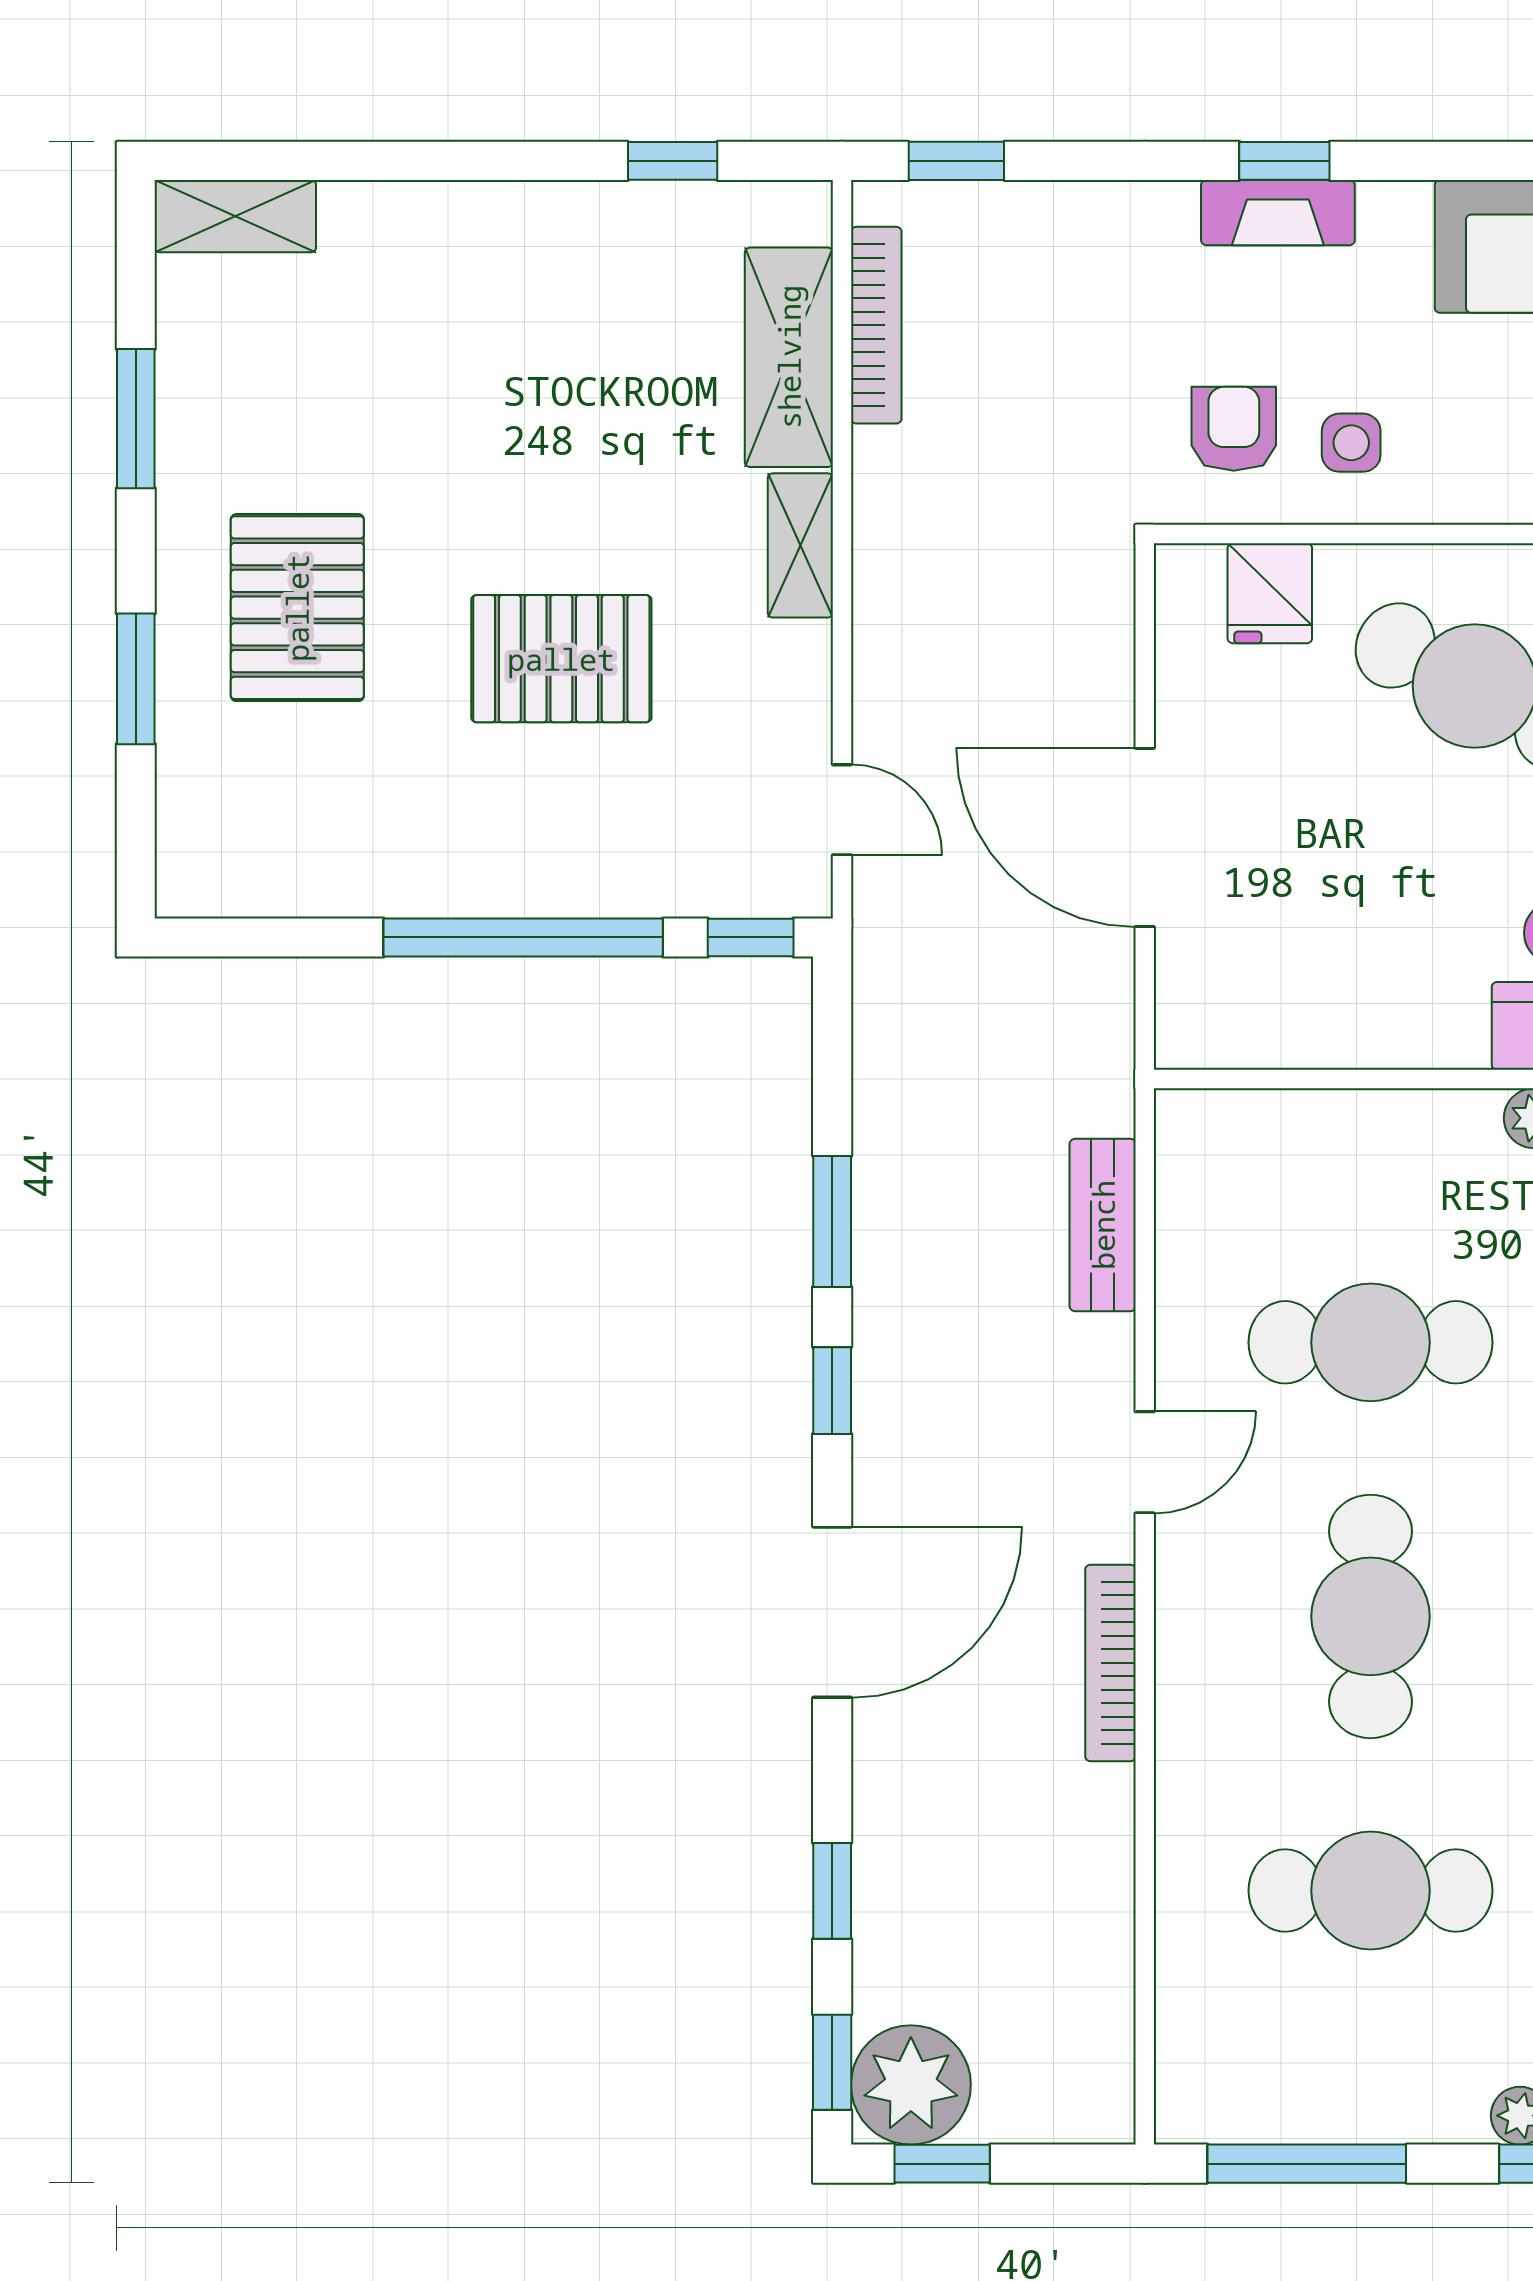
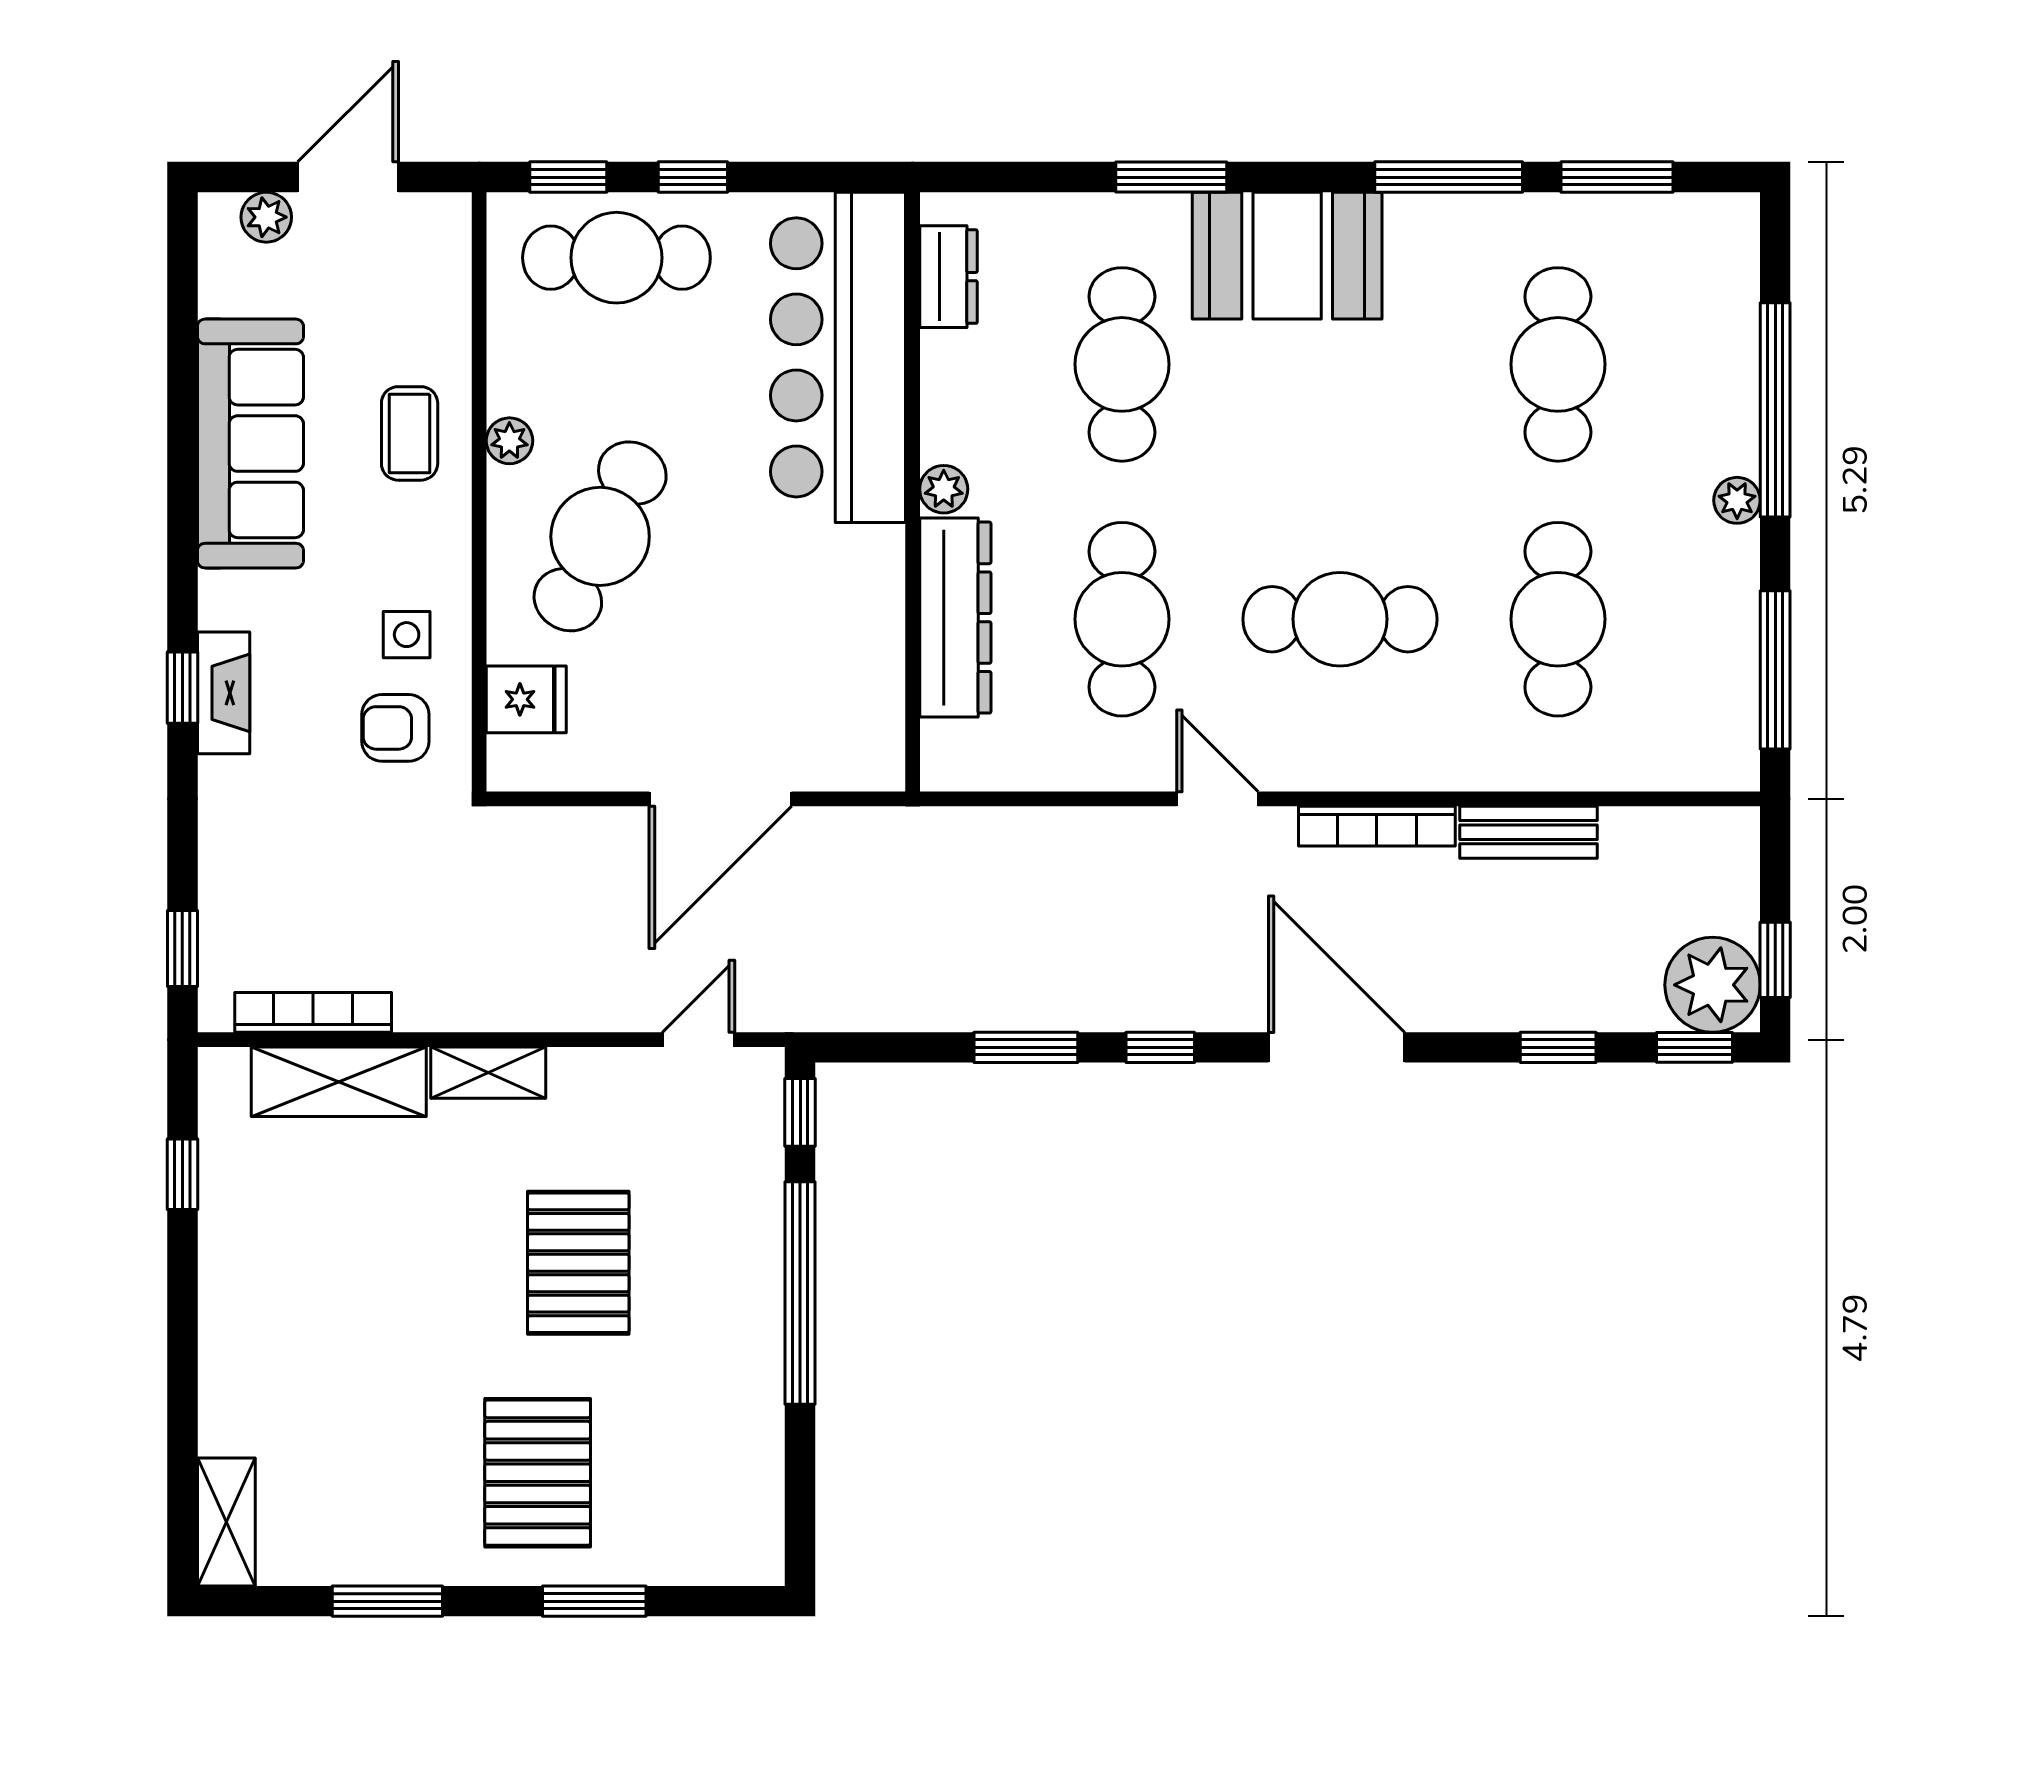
pallet: (297, 608) -> (538, 1473), turned 90
dresser: (1373, 1133) -> (955, 618), added
bench: (1103, 1225) -> (1529, 832), moved

